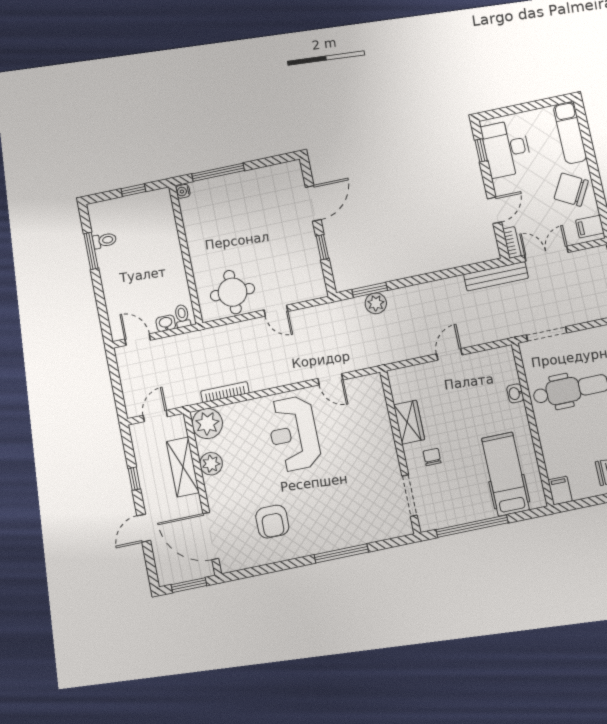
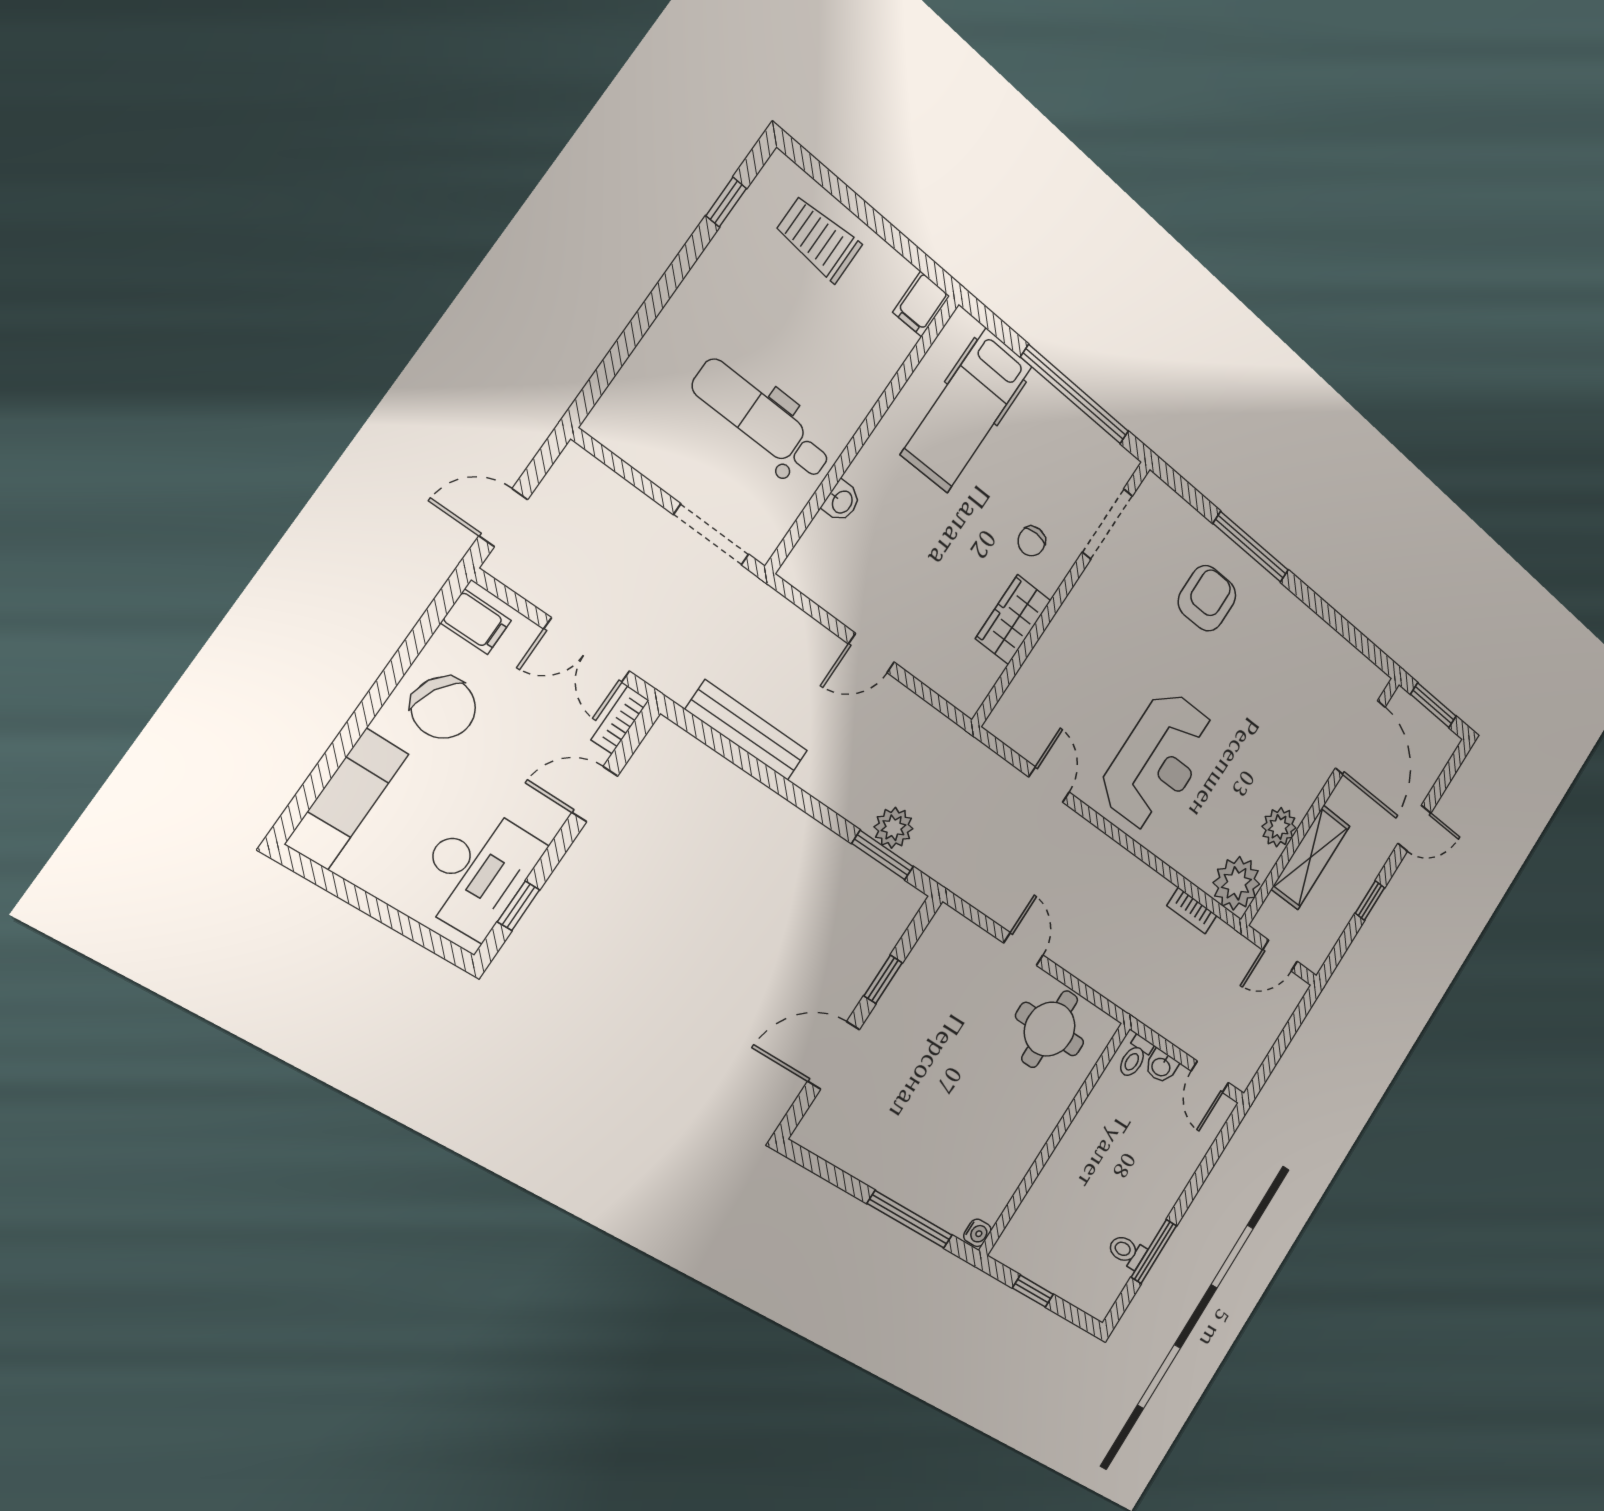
bench: (496, 276) -> (747, 730), moved
bookcase: (225, 392) -> (1192, 911), width x0.64
armchair: (272, 522) -> (1207, 598), moved

